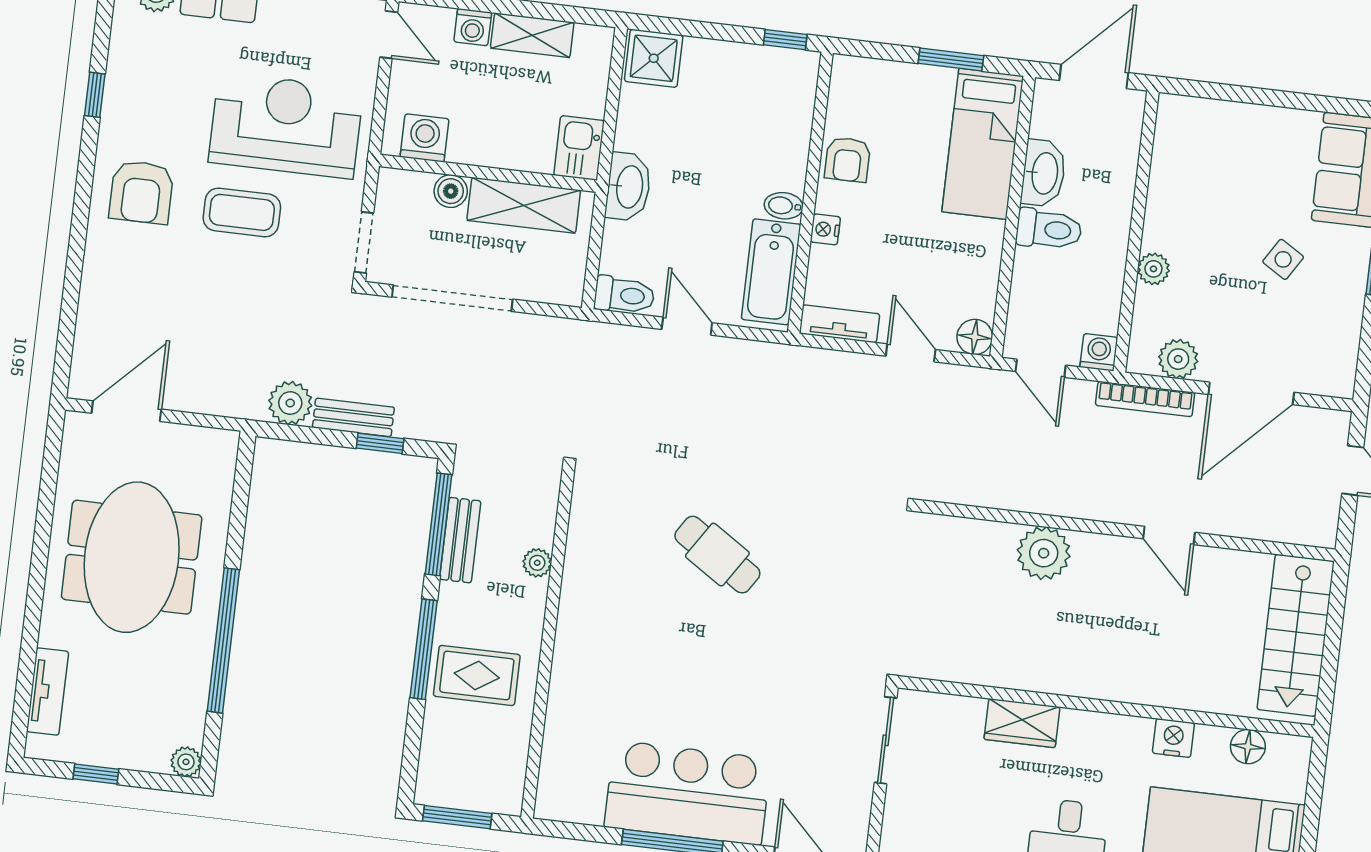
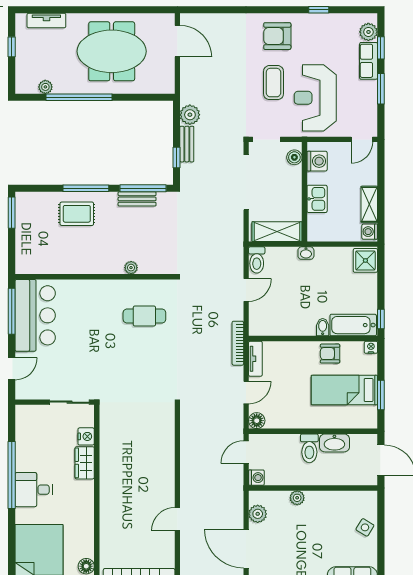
washing machine: (473, 27) -> (370, 232), moved
reception desk: (286, 125) -> (315, 98), turned 180
bed: (983, 144) -> (344, 390), moved
kitchen sink: (579, 148) -> (317, 199), moved, turned 90
washbasin: (628, 187) -> (306, 253), width x0.52, depth x0.69
boiler: (451, 191) -> (294, 157), moved
shelving: (524, 205) -> (277, 232), moved, turned 90
bidet: (784, 206) -> (323, 327), moved
nightstand: (825, 229) -> (371, 347), moved
side table: (1283, 259) -> (365, 527), moved
bathtub: (771, 272) -> (353, 325), moved
bookcase: (1145, 399) -> (238, 343), moved
plant: (1044, 553) -> (163, 463), removed
cafe table: (717, 555) -> (144, 316), turned 57
plant: (537, 563) -> (131, 268), moved
wall: (548, 644) -> (95, 277), moved
rug: (477, 675) -> (77, 214), turned 90
nightstand: (1173, 738) -> (86, 436), moved
plant: (186, 762) -> (45, 87), moved

